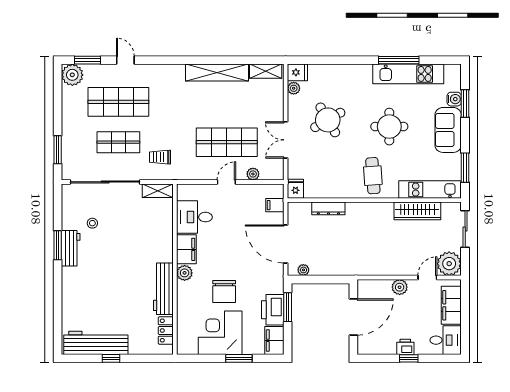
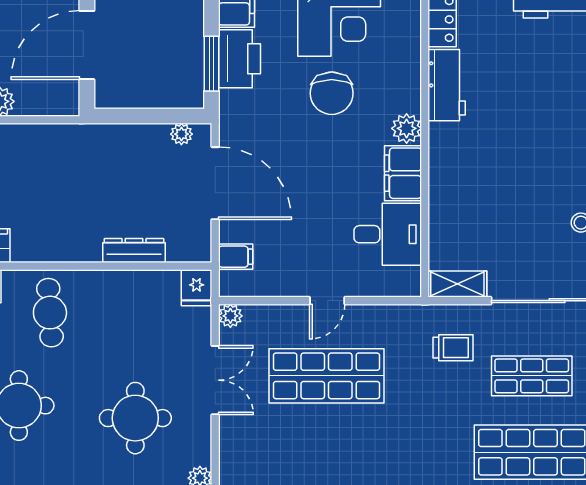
round table: (328, 120) -> (135, 418), turned 30
plant: (253, 174) -> (230, 316), moved
workbench: (163, 289) -> (447, 85), width x0.73
chair: (224, 291) -> (332, 93), turned 180

